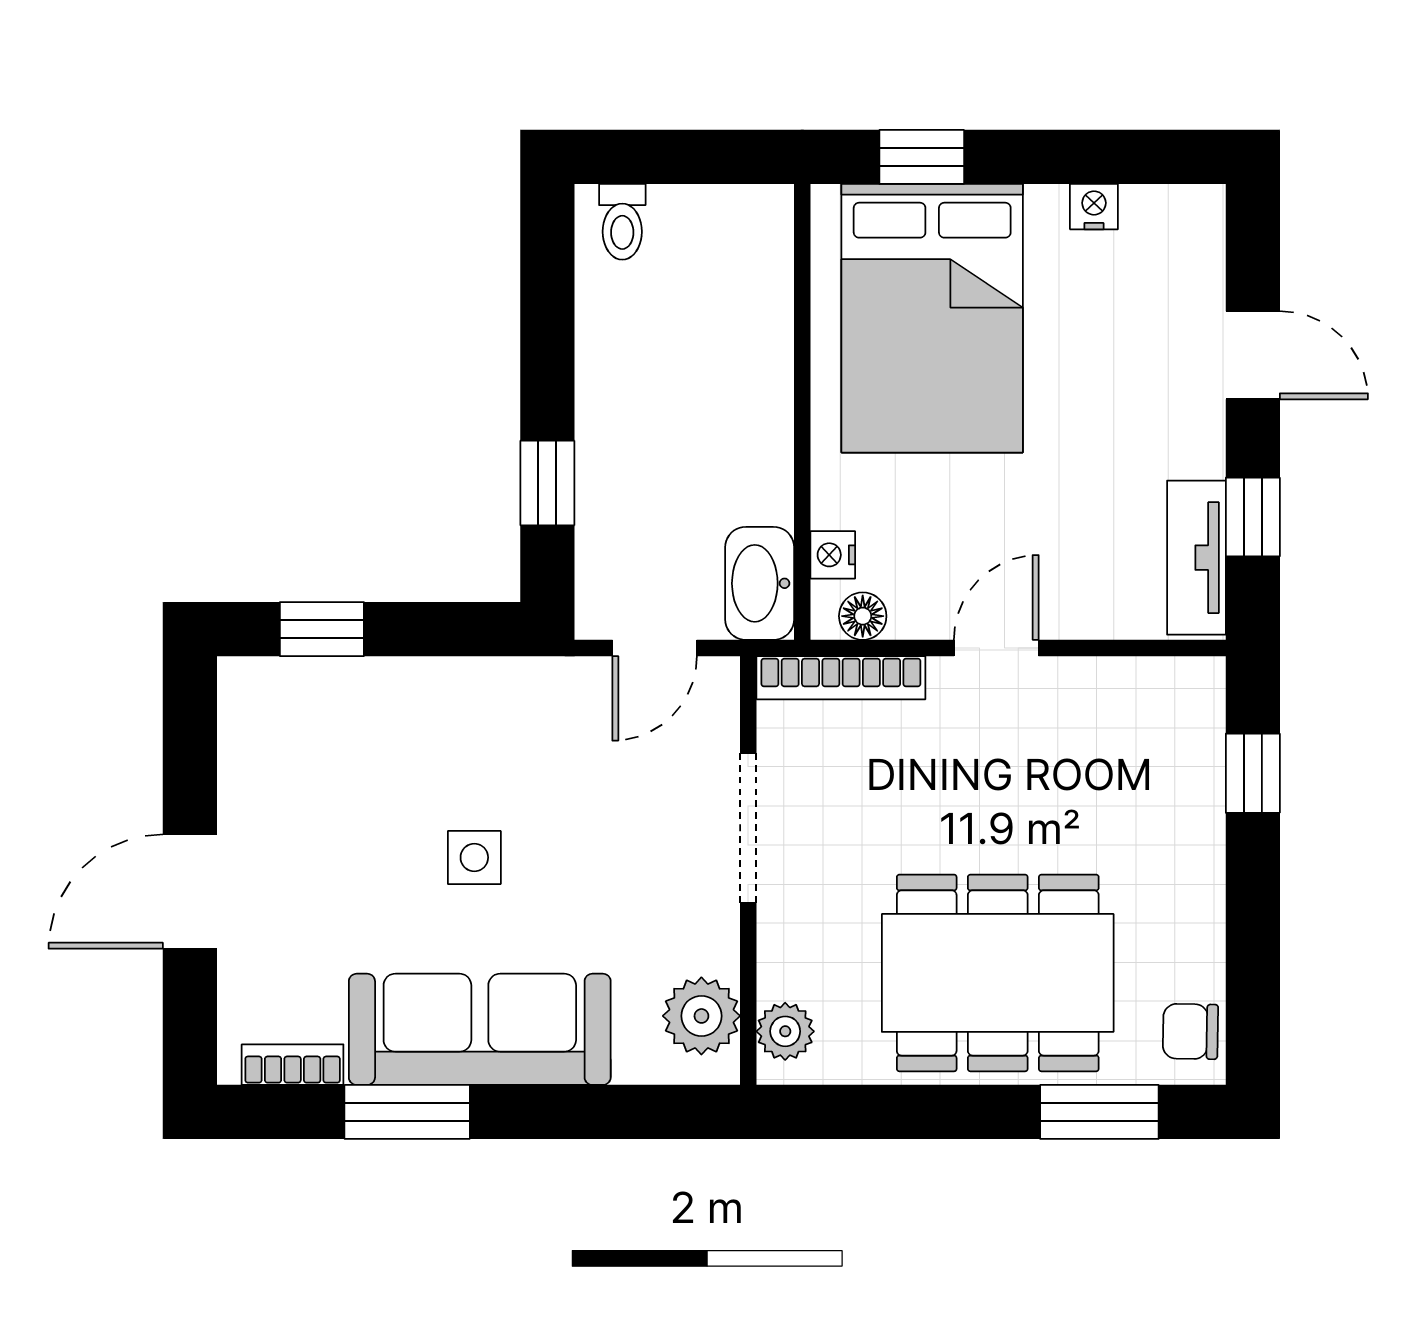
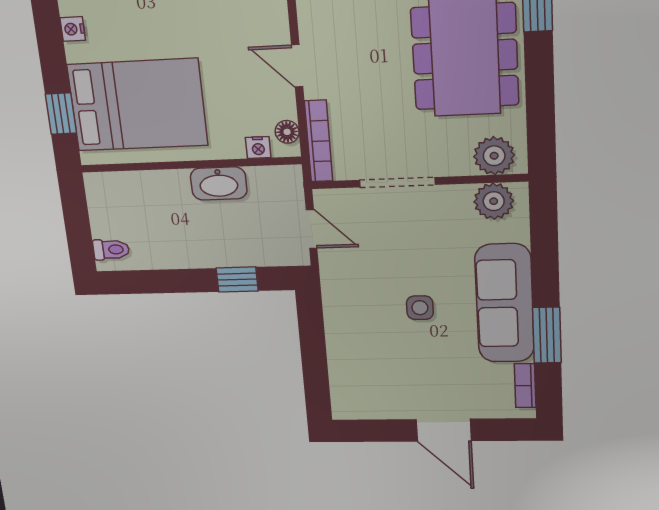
washbasin: (760, 583) -> (219, 183), moved
window: (322, 629) -> (316, 376), removed
plant: (785, 1031) -> (494, 156), width x1.38, depth x1.38

